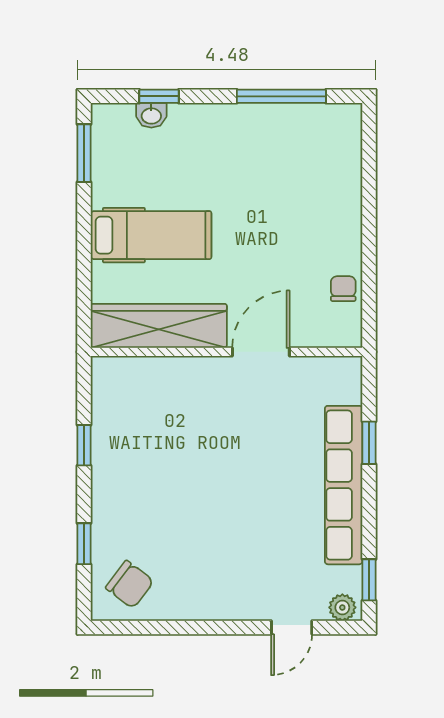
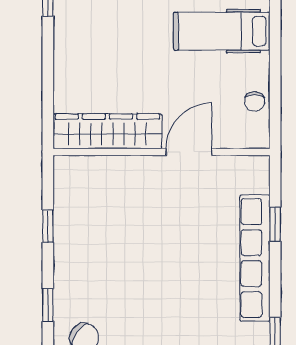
hospital bed: (151, 235) -> (222, 31), moved, turned 180
chair: (343, 289) -> (255, 101), turned 180

